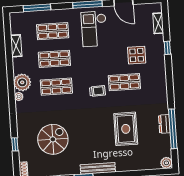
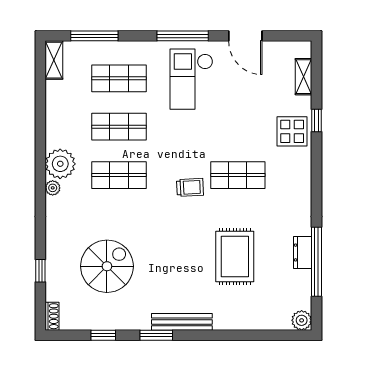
shelving: (16, 46) -> (54, 60), moved
display table: (137, 55) -> (292, 131), moved

